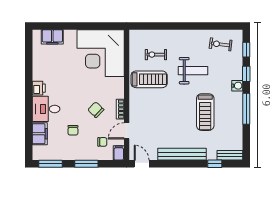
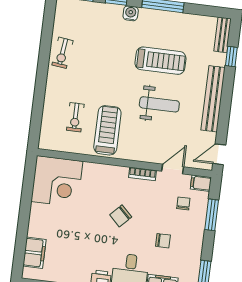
exercise bike: (221, 44) -> (62, 53), moved
corner desk: (101, 53) -> (57, 181), width x0.74, depth x0.74
weight bench: (193, 71) -> (159, 104), moved, turned 90
chair: (96, 110) -> (121, 216), moved
door: (127, 131) -> (173, 169), swing flipped
window: (86, 164) -> (212, 215), moved

